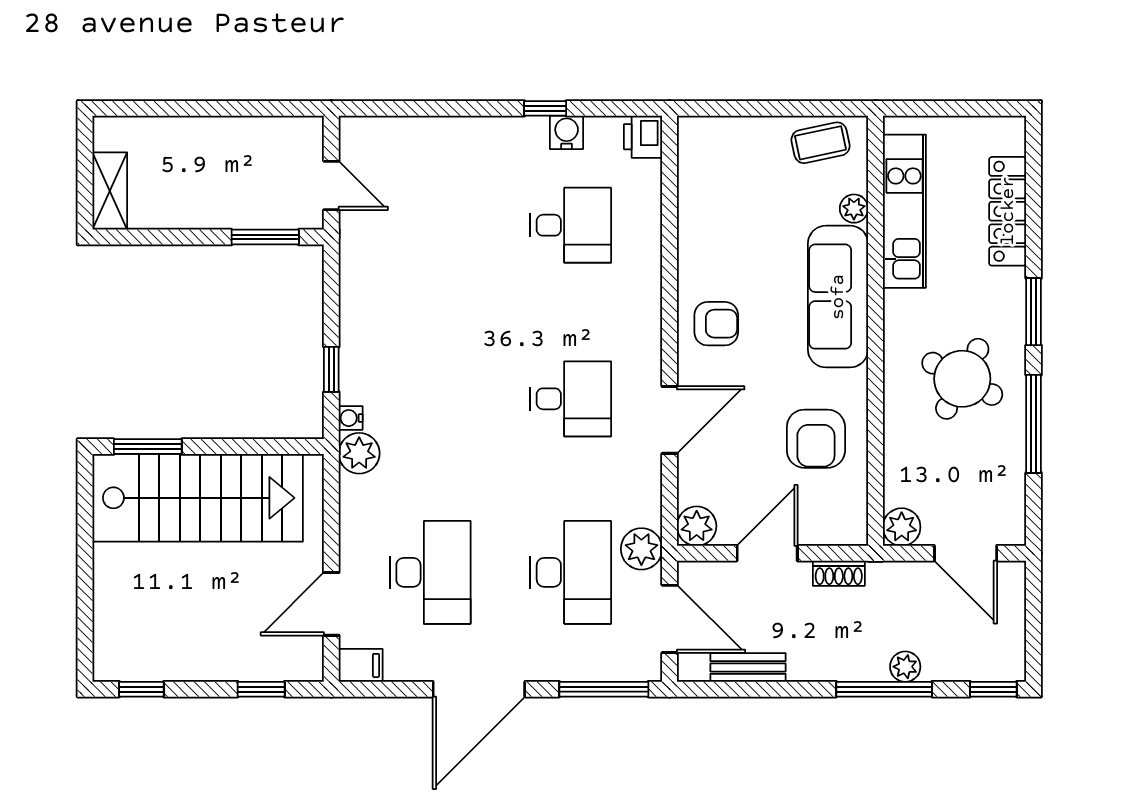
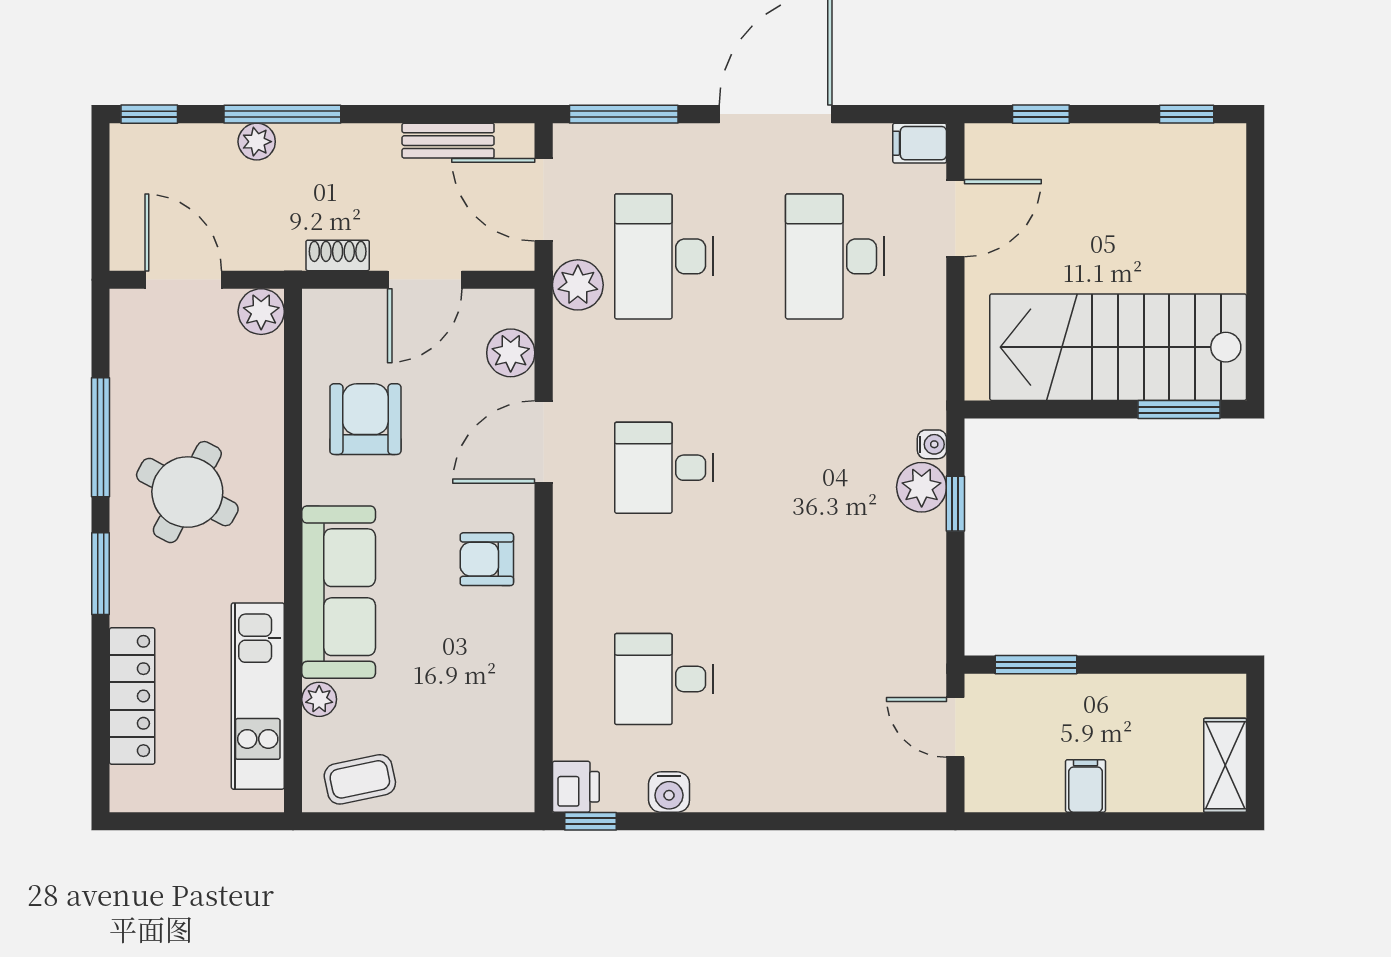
window: (545, 108) -> (591, 821), moved
filing cabinet: (224, 137) -> (1086, 786), added
shelving: (110, 191) -> (1225, 765), moved
plant: (359, 453) -> (922, 487), moved
plant: (697, 526) -> (511, 353), moved

